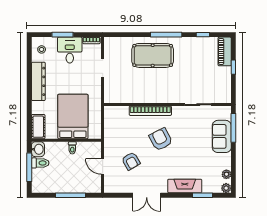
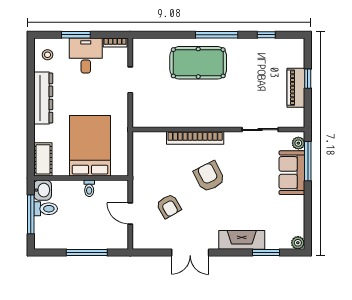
piano: (225, 51) -> (296, 88), moved
plant: (226, 174) -> (298, 143), moved

